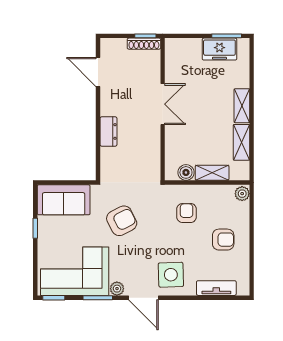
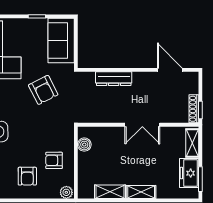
door: (98, 72) -> (170, 70), hinge flipped
dresser: (108, 131) -> (114, 79), width x1.44
shelving: (212, 173) -> (192, 143), moved
armchair: (187, 213) -> (54, 160), moved, turned 180

